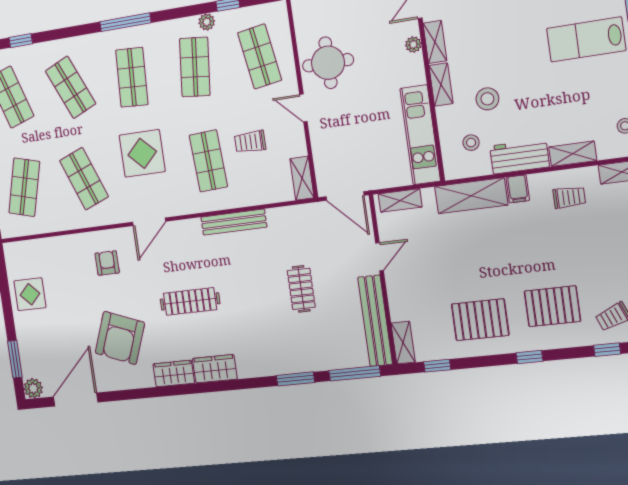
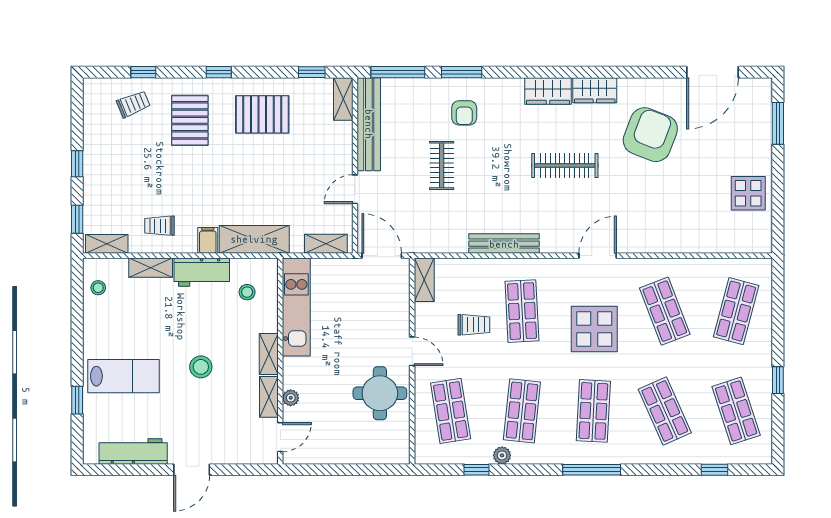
stool: (487, 99) -> (201, 367), moved
armchair: (107, 263) -> (464, 113), moved
pallet: (552, 306) -> (190, 120), turned 90
plant: (33, 388) -> (761, 89), removed

